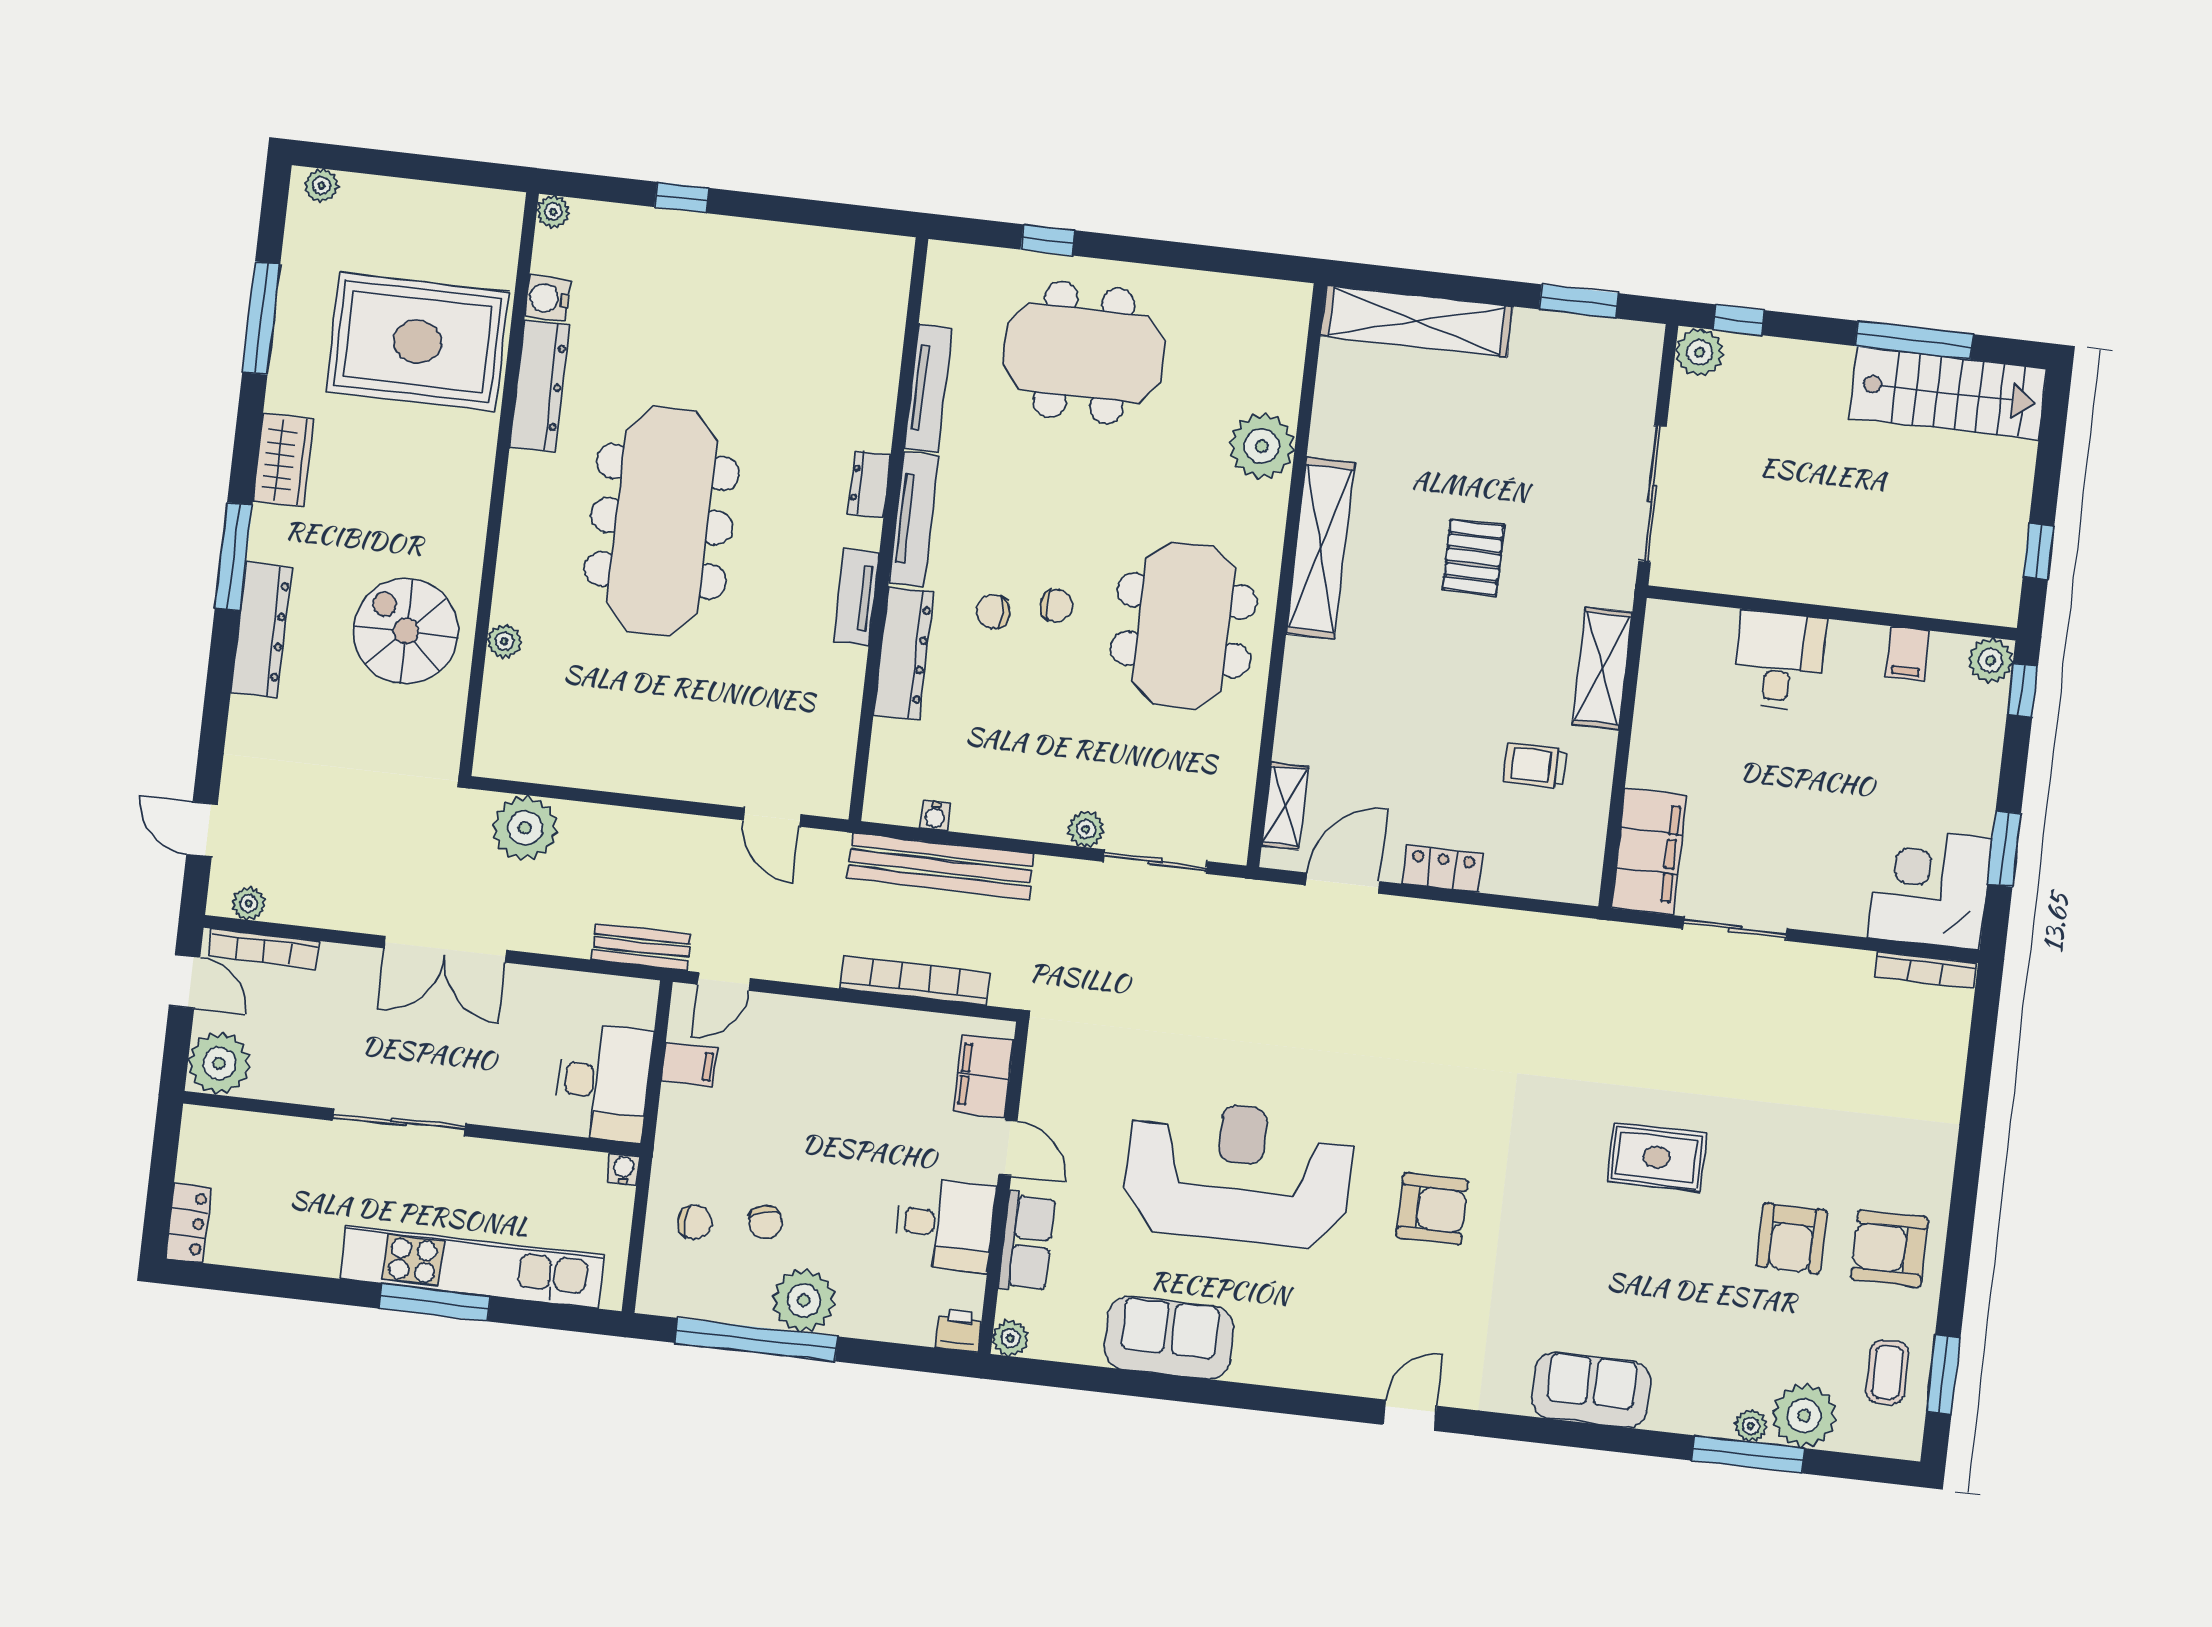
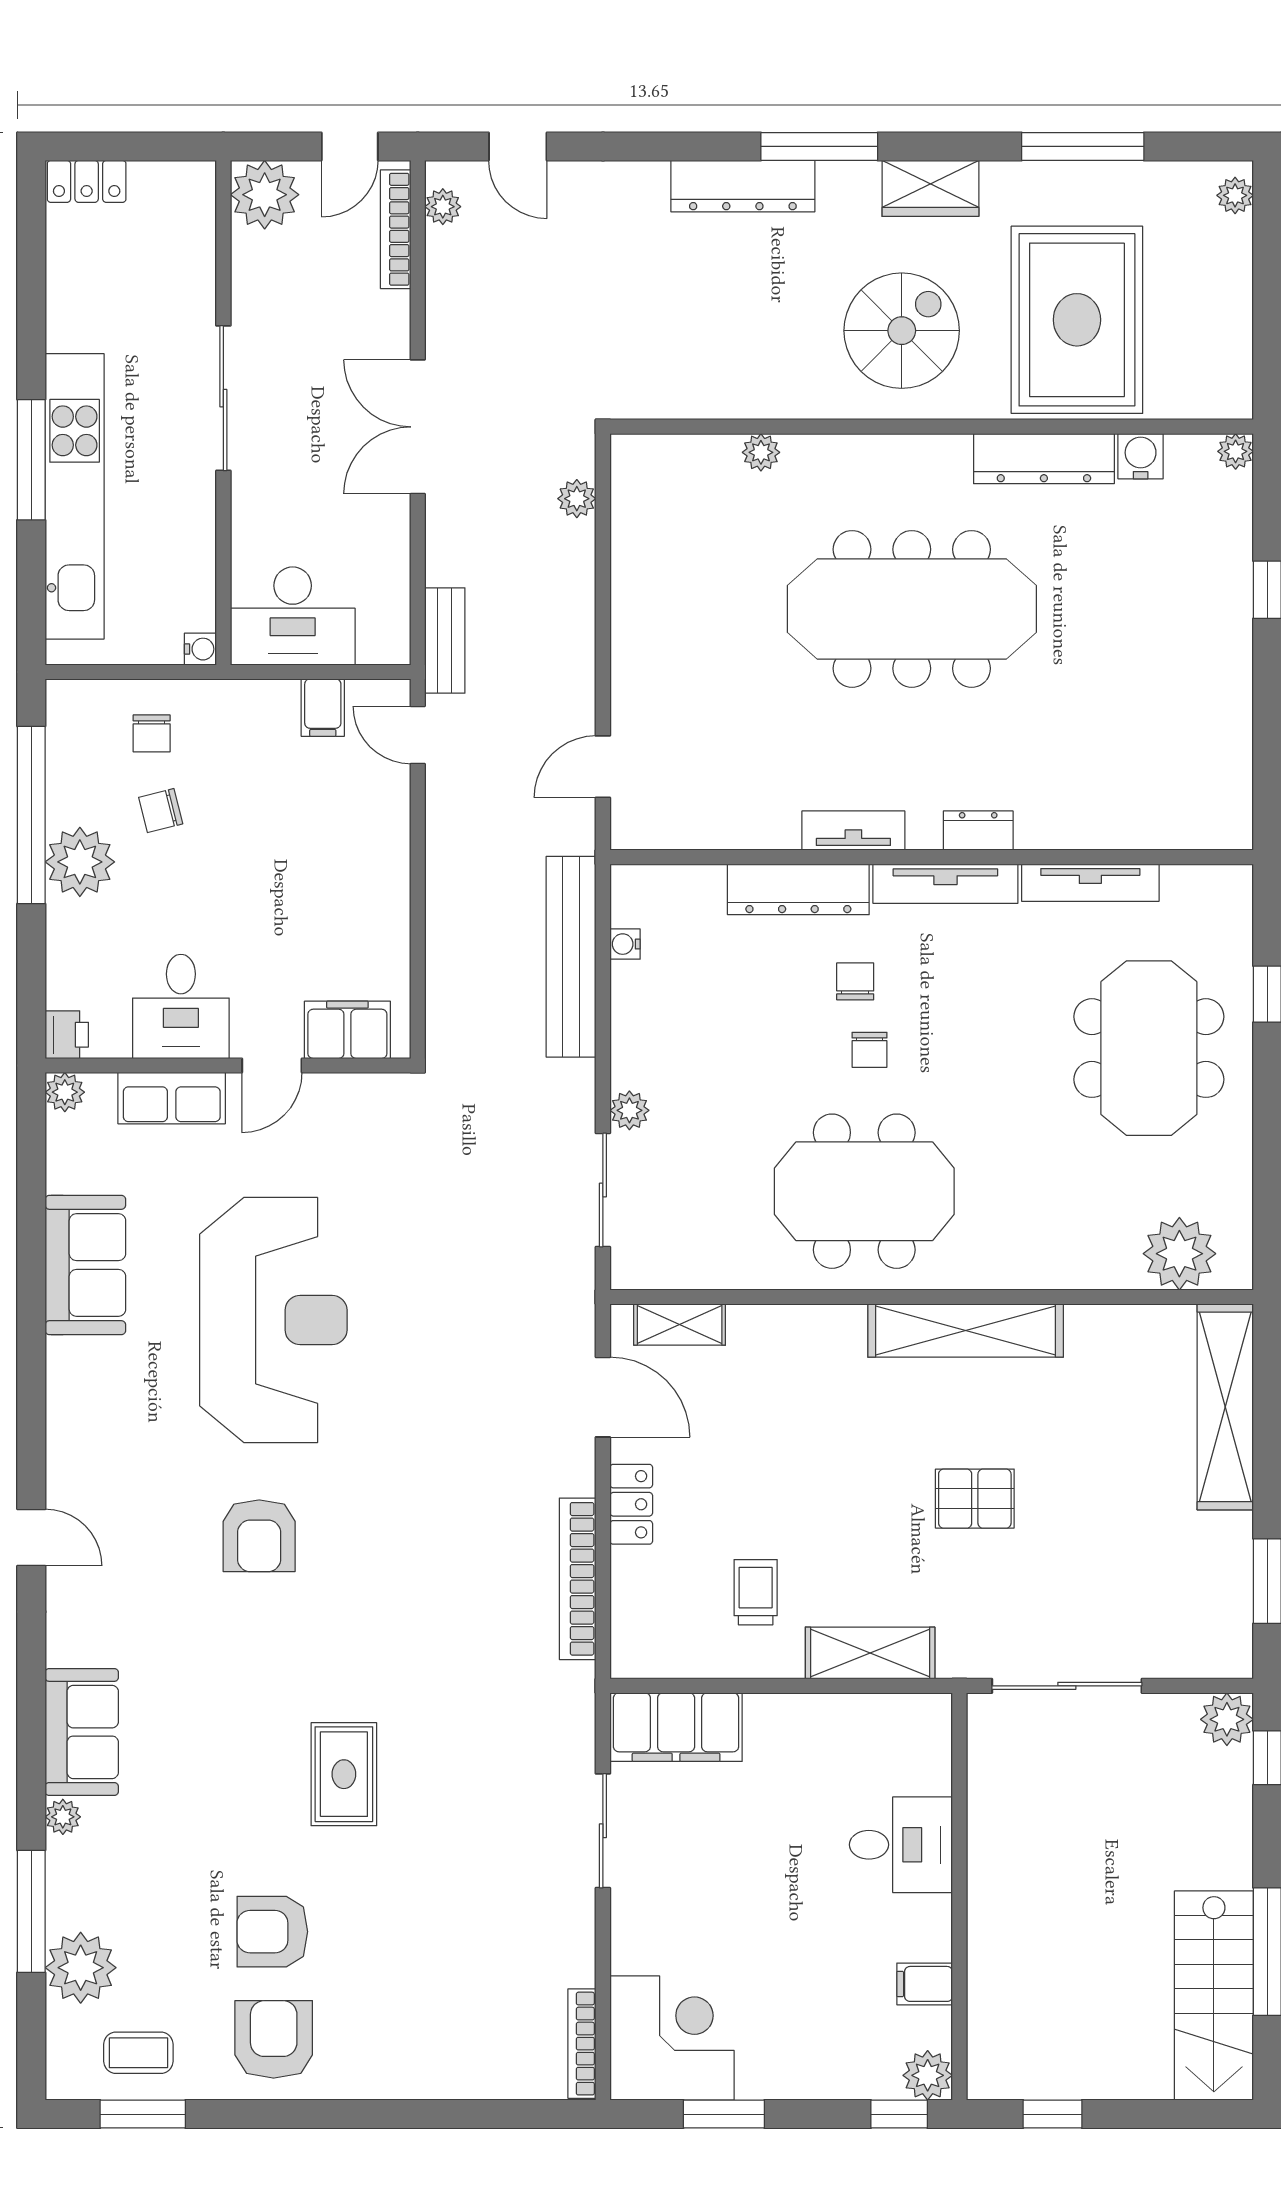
plant: (1262, 446) -> (1179, 1254), moved
spiral stairs: (406, 631) -> (902, 331), moved
plant: (525, 828) -> (577, 499), width x0.53, depth x0.53
door: (202, 829) -> (518, 146), swing flipped
bookcase: (915, 980) -> (578, 1579), moved, turned 180
plant: (1751, 1426) -> (63, 1817), moved

